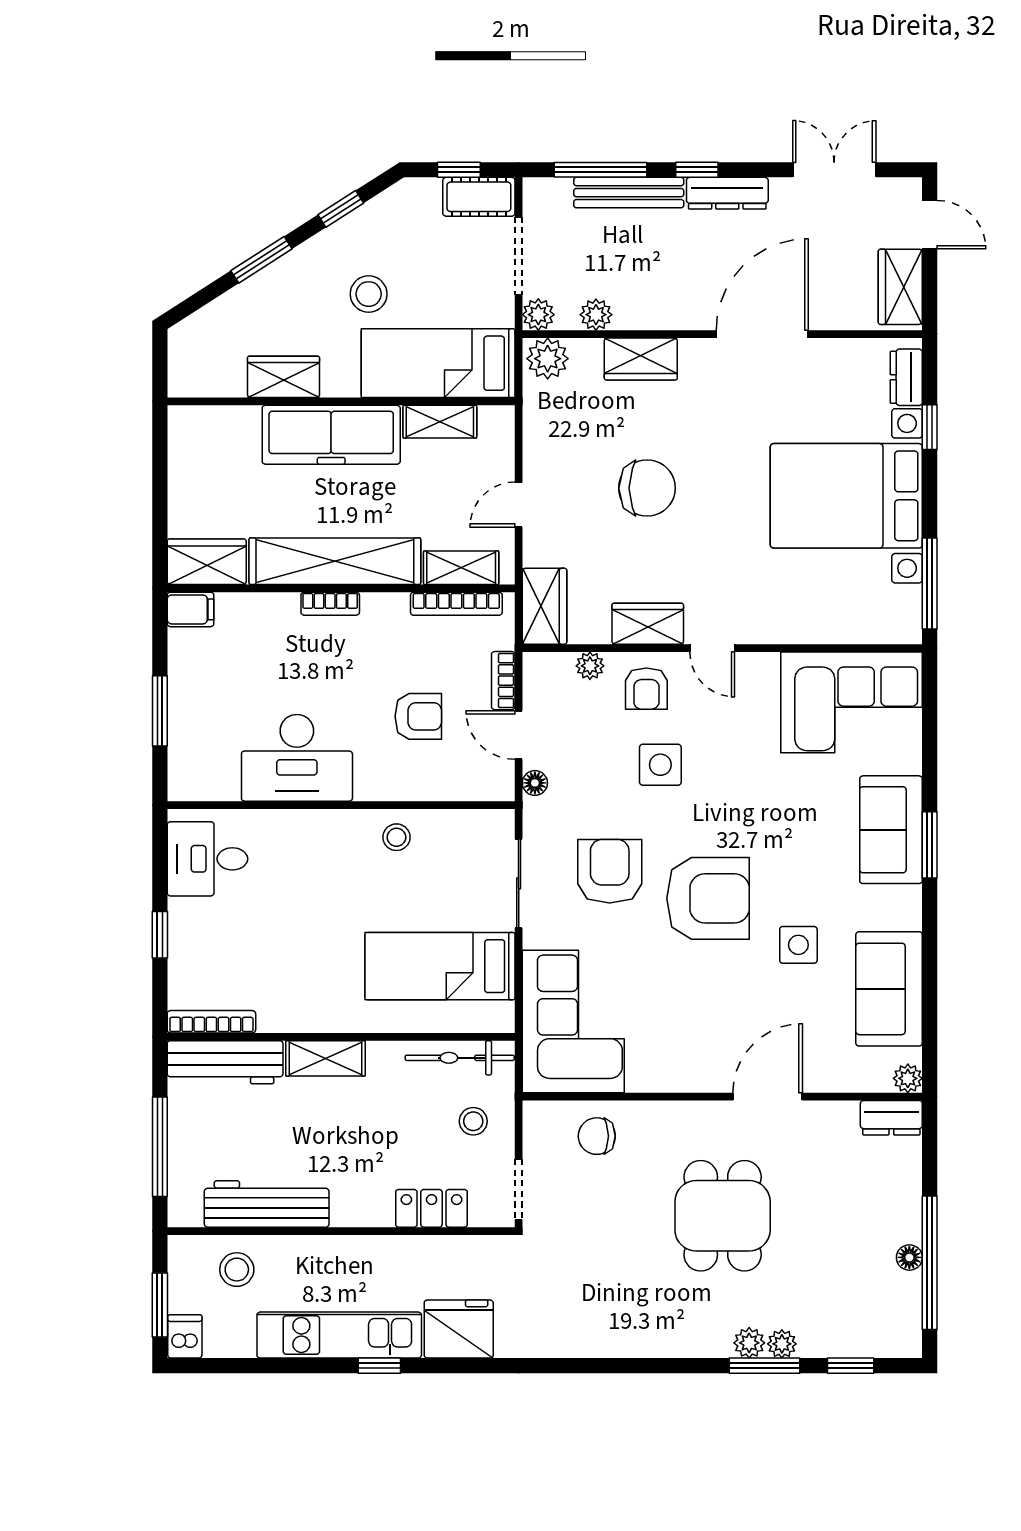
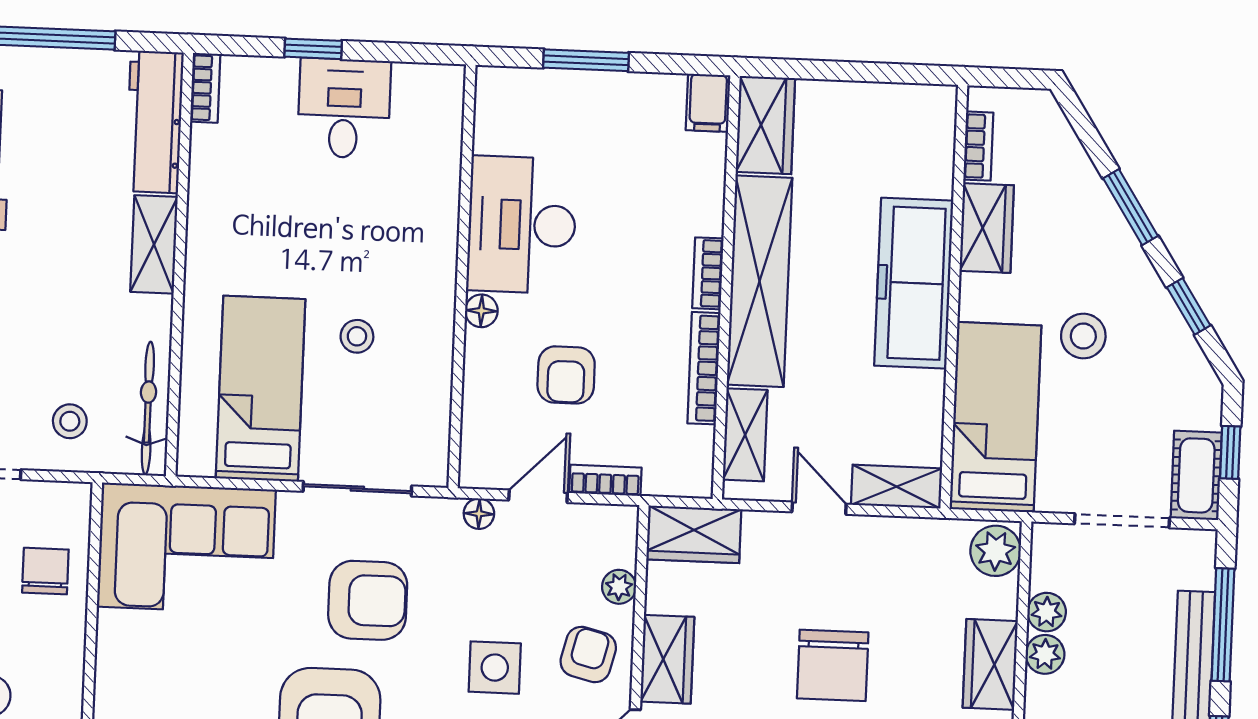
plant: (538, 315) -> (1045, 654), moved
bookcase: (217, 387) -> (978, 146), added
shelving: (440, 422) -> (896, 487), moved, turned 90
bookcase: (456, 604) -> (704, 368), moved
armchair: (646, 689) -> (588, 654), turned 104
floor lamp: (369, 788) -> (481, 311), added
stool: (396, 837) -> (357, 336), moved
desk: (207, 859) -> (344, 108), moved
bookcase: (211, 1022) -> (205, 88), width x0.64

